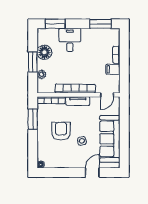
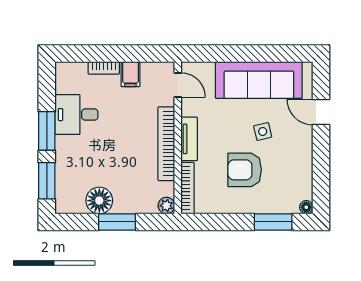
window: (100, 24) -> (47, 131), moved
desk: (70, 40) -> (76, 115), moved
plant: (42, 74) -> (166, 206), moved
window: (33, 119) -> (273, 222), moved

